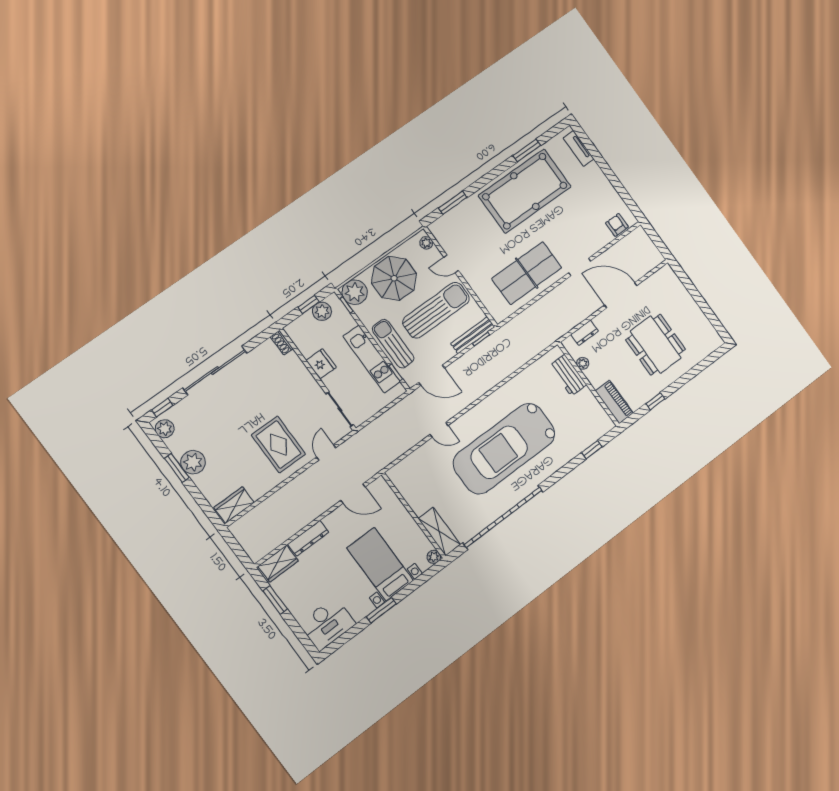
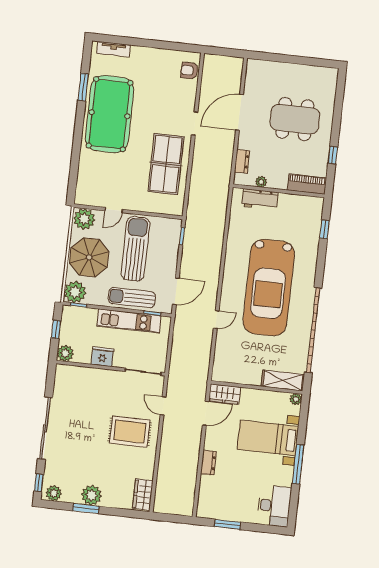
window: (453, 203) -> (74, 171), removed
plant: (426, 243) -> (84, 219), width x1.88, depth x1.88
plant: (322, 311) -> (65, 353), moved
bench: (473, 335) -> (174, 239), removed
shoe rack: (282, 343) -> (65, 369), removed
dresser: (308, 538) -> (208, 463), width x0.70
wardrobe: (278, 564) -> (225, 394), moved, turned 90
window: (381, 610) -> (298, 464), width x1.44

